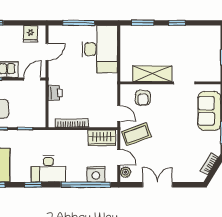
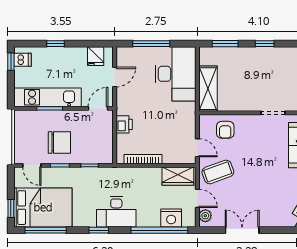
shelving: (152, 74) -> (208, 89), moved, turned 90

